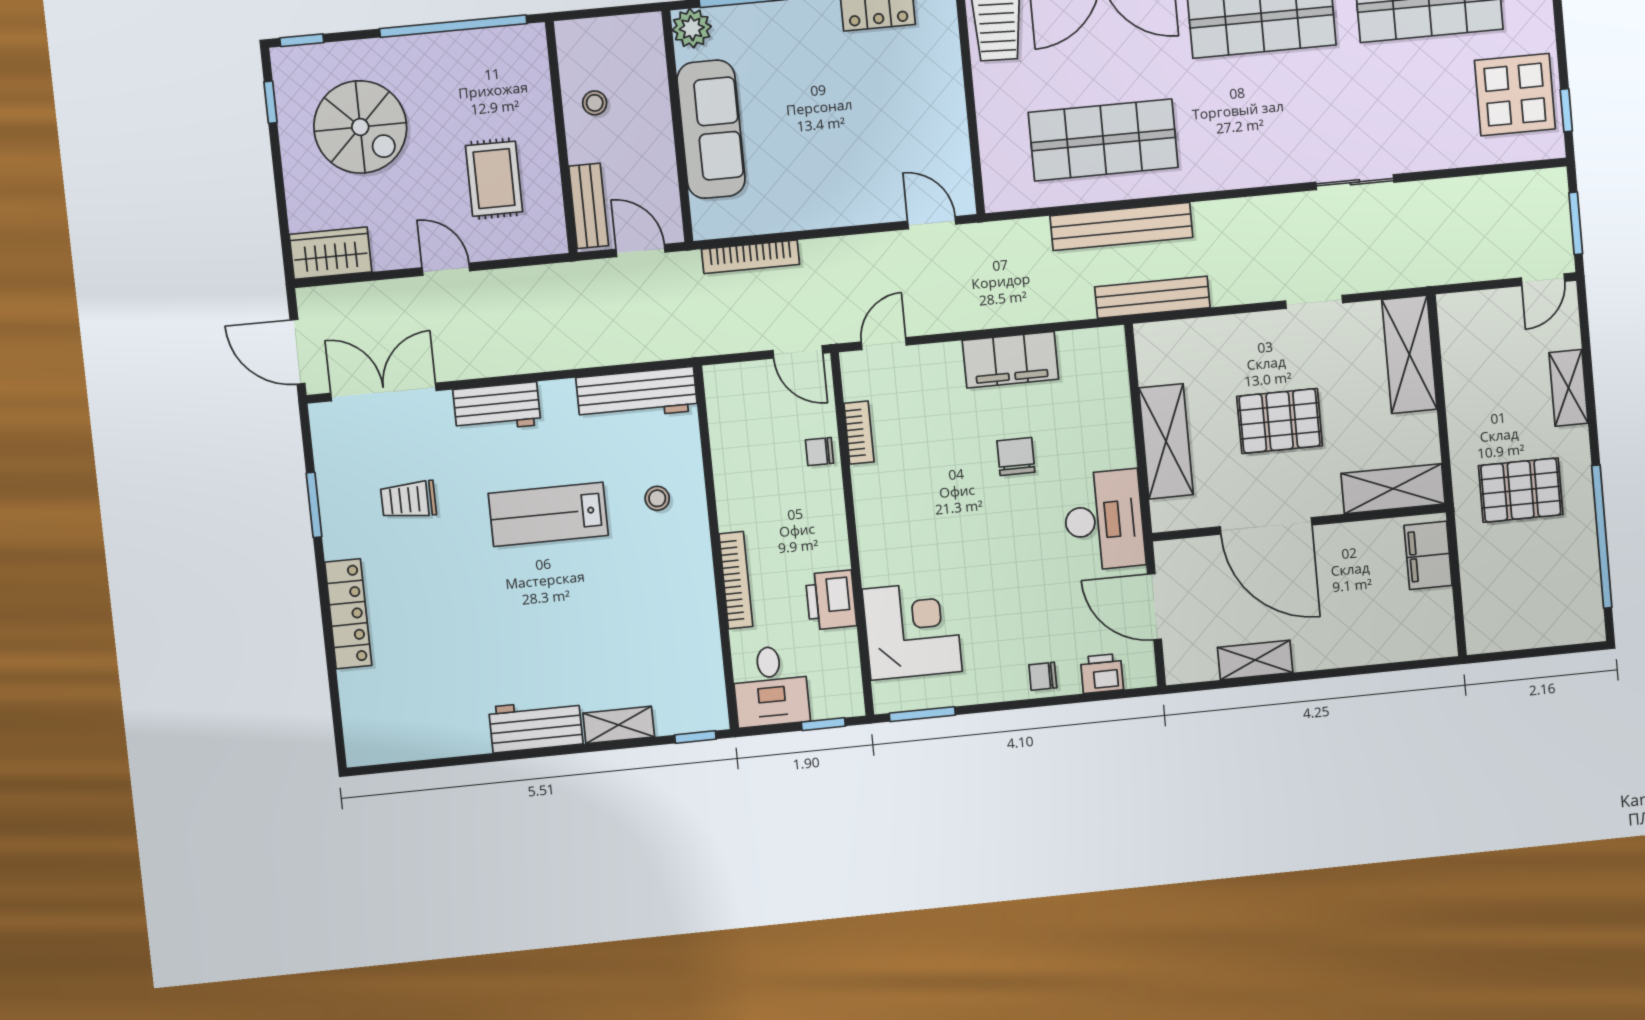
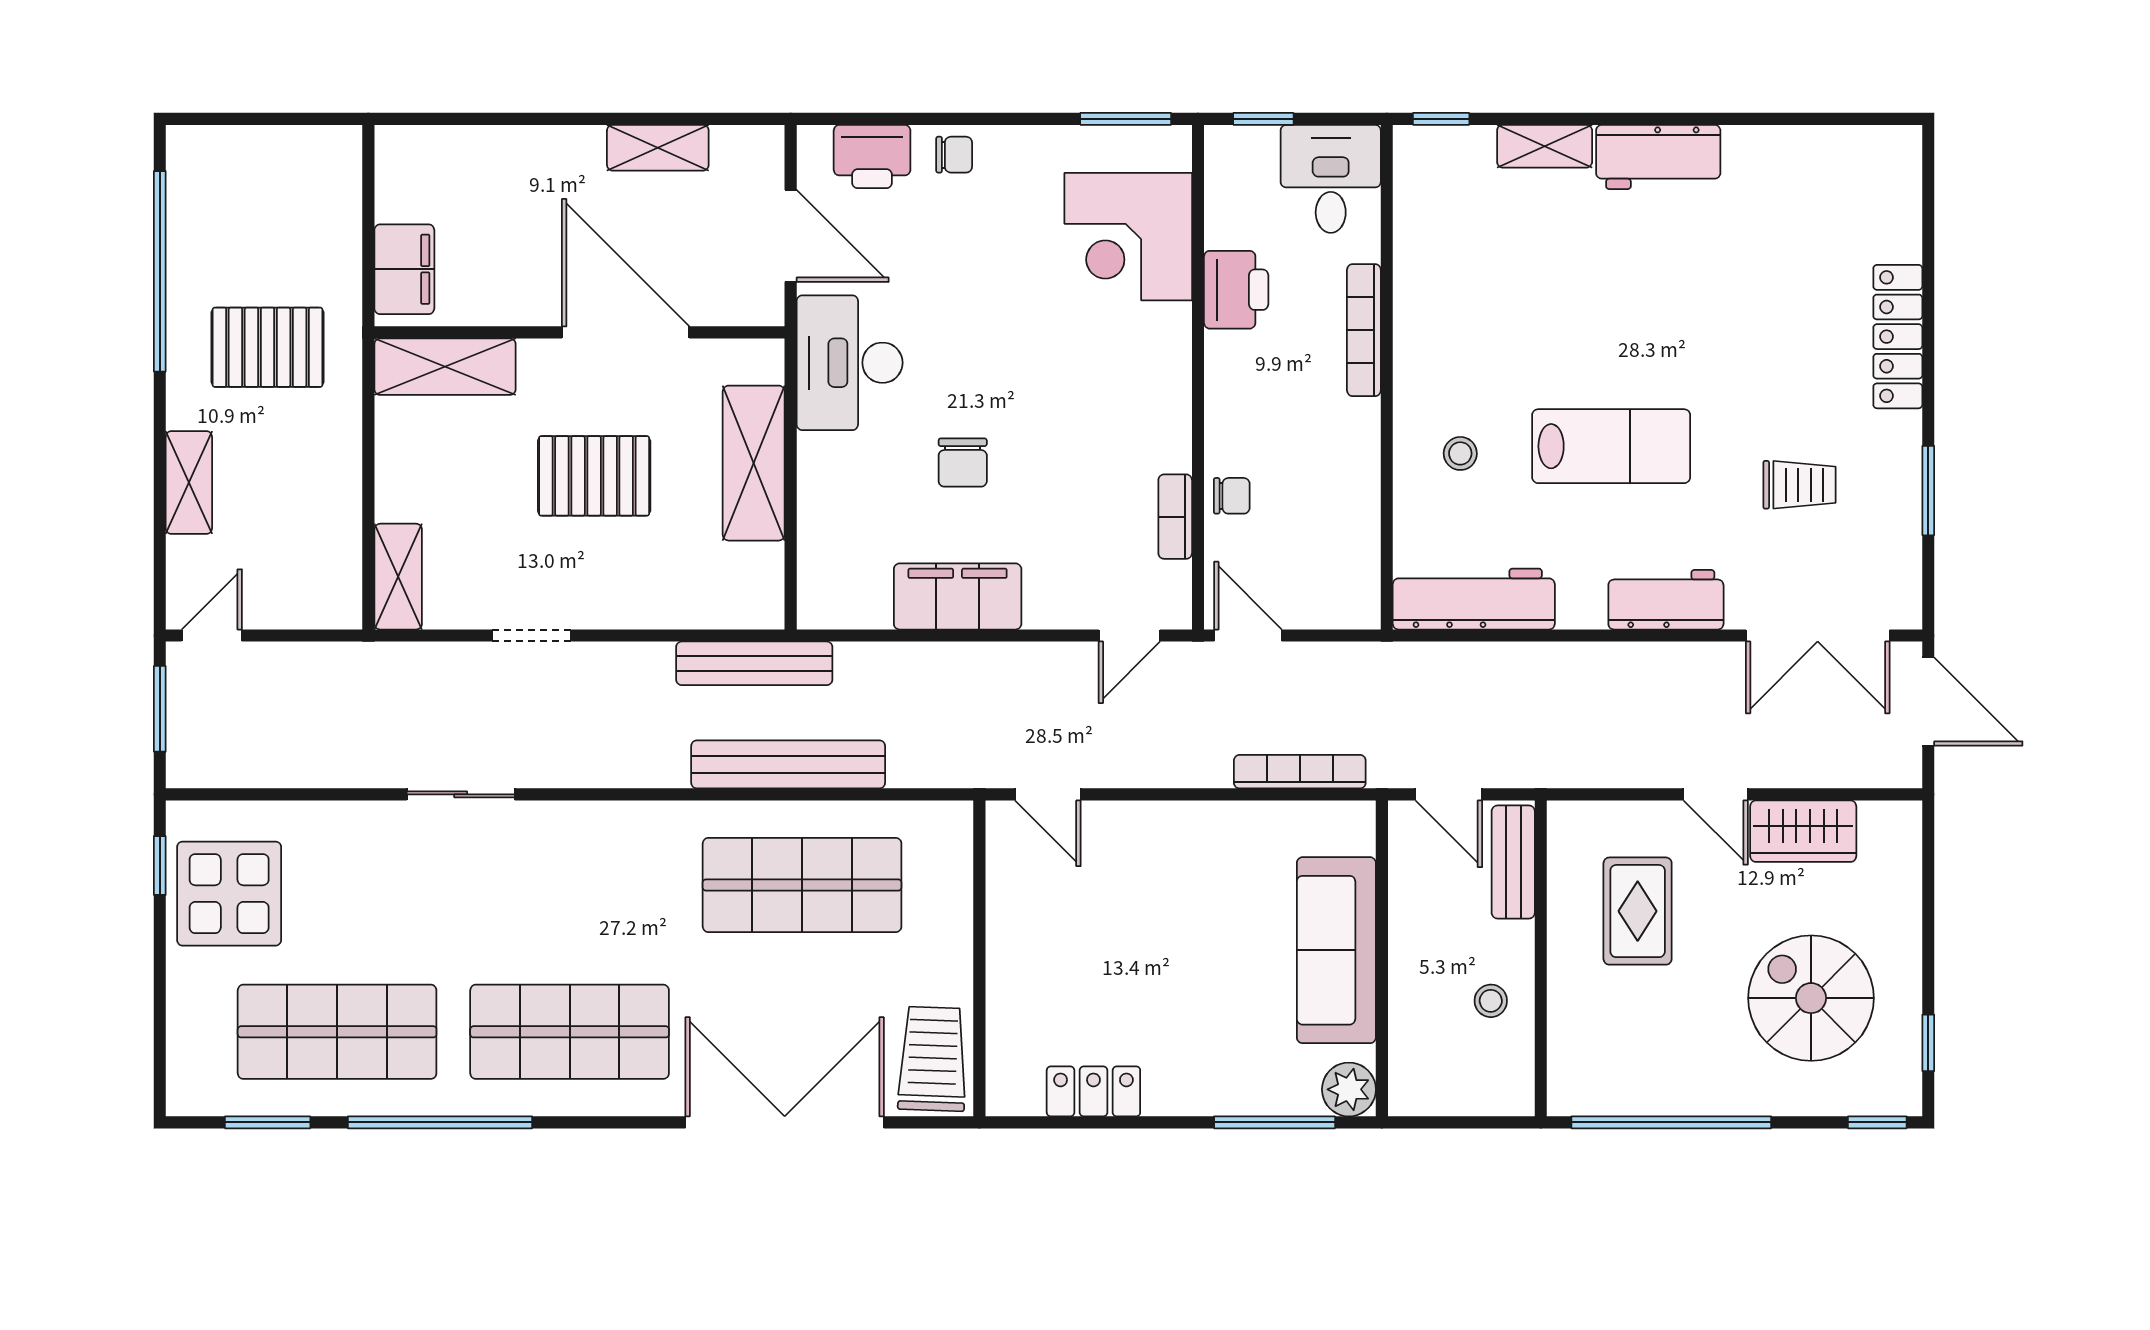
wardrobe: (331, 253) -> (1803, 831), moved
shelving: (1409, 355) -> (398, 577), width x0.67, depth x0.75
printer: (1102, 673) -> (872, 156), width x1.36, depth x1.24

